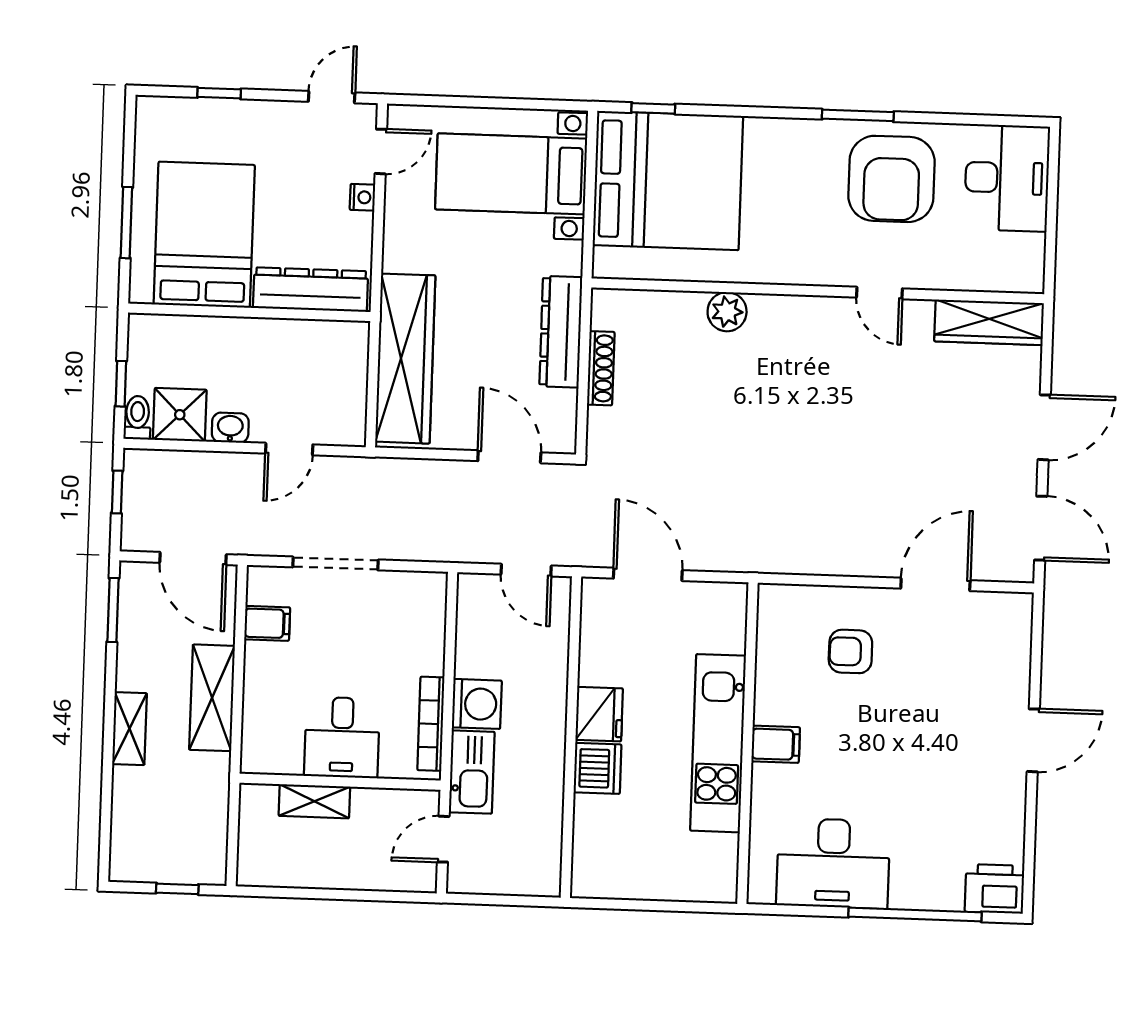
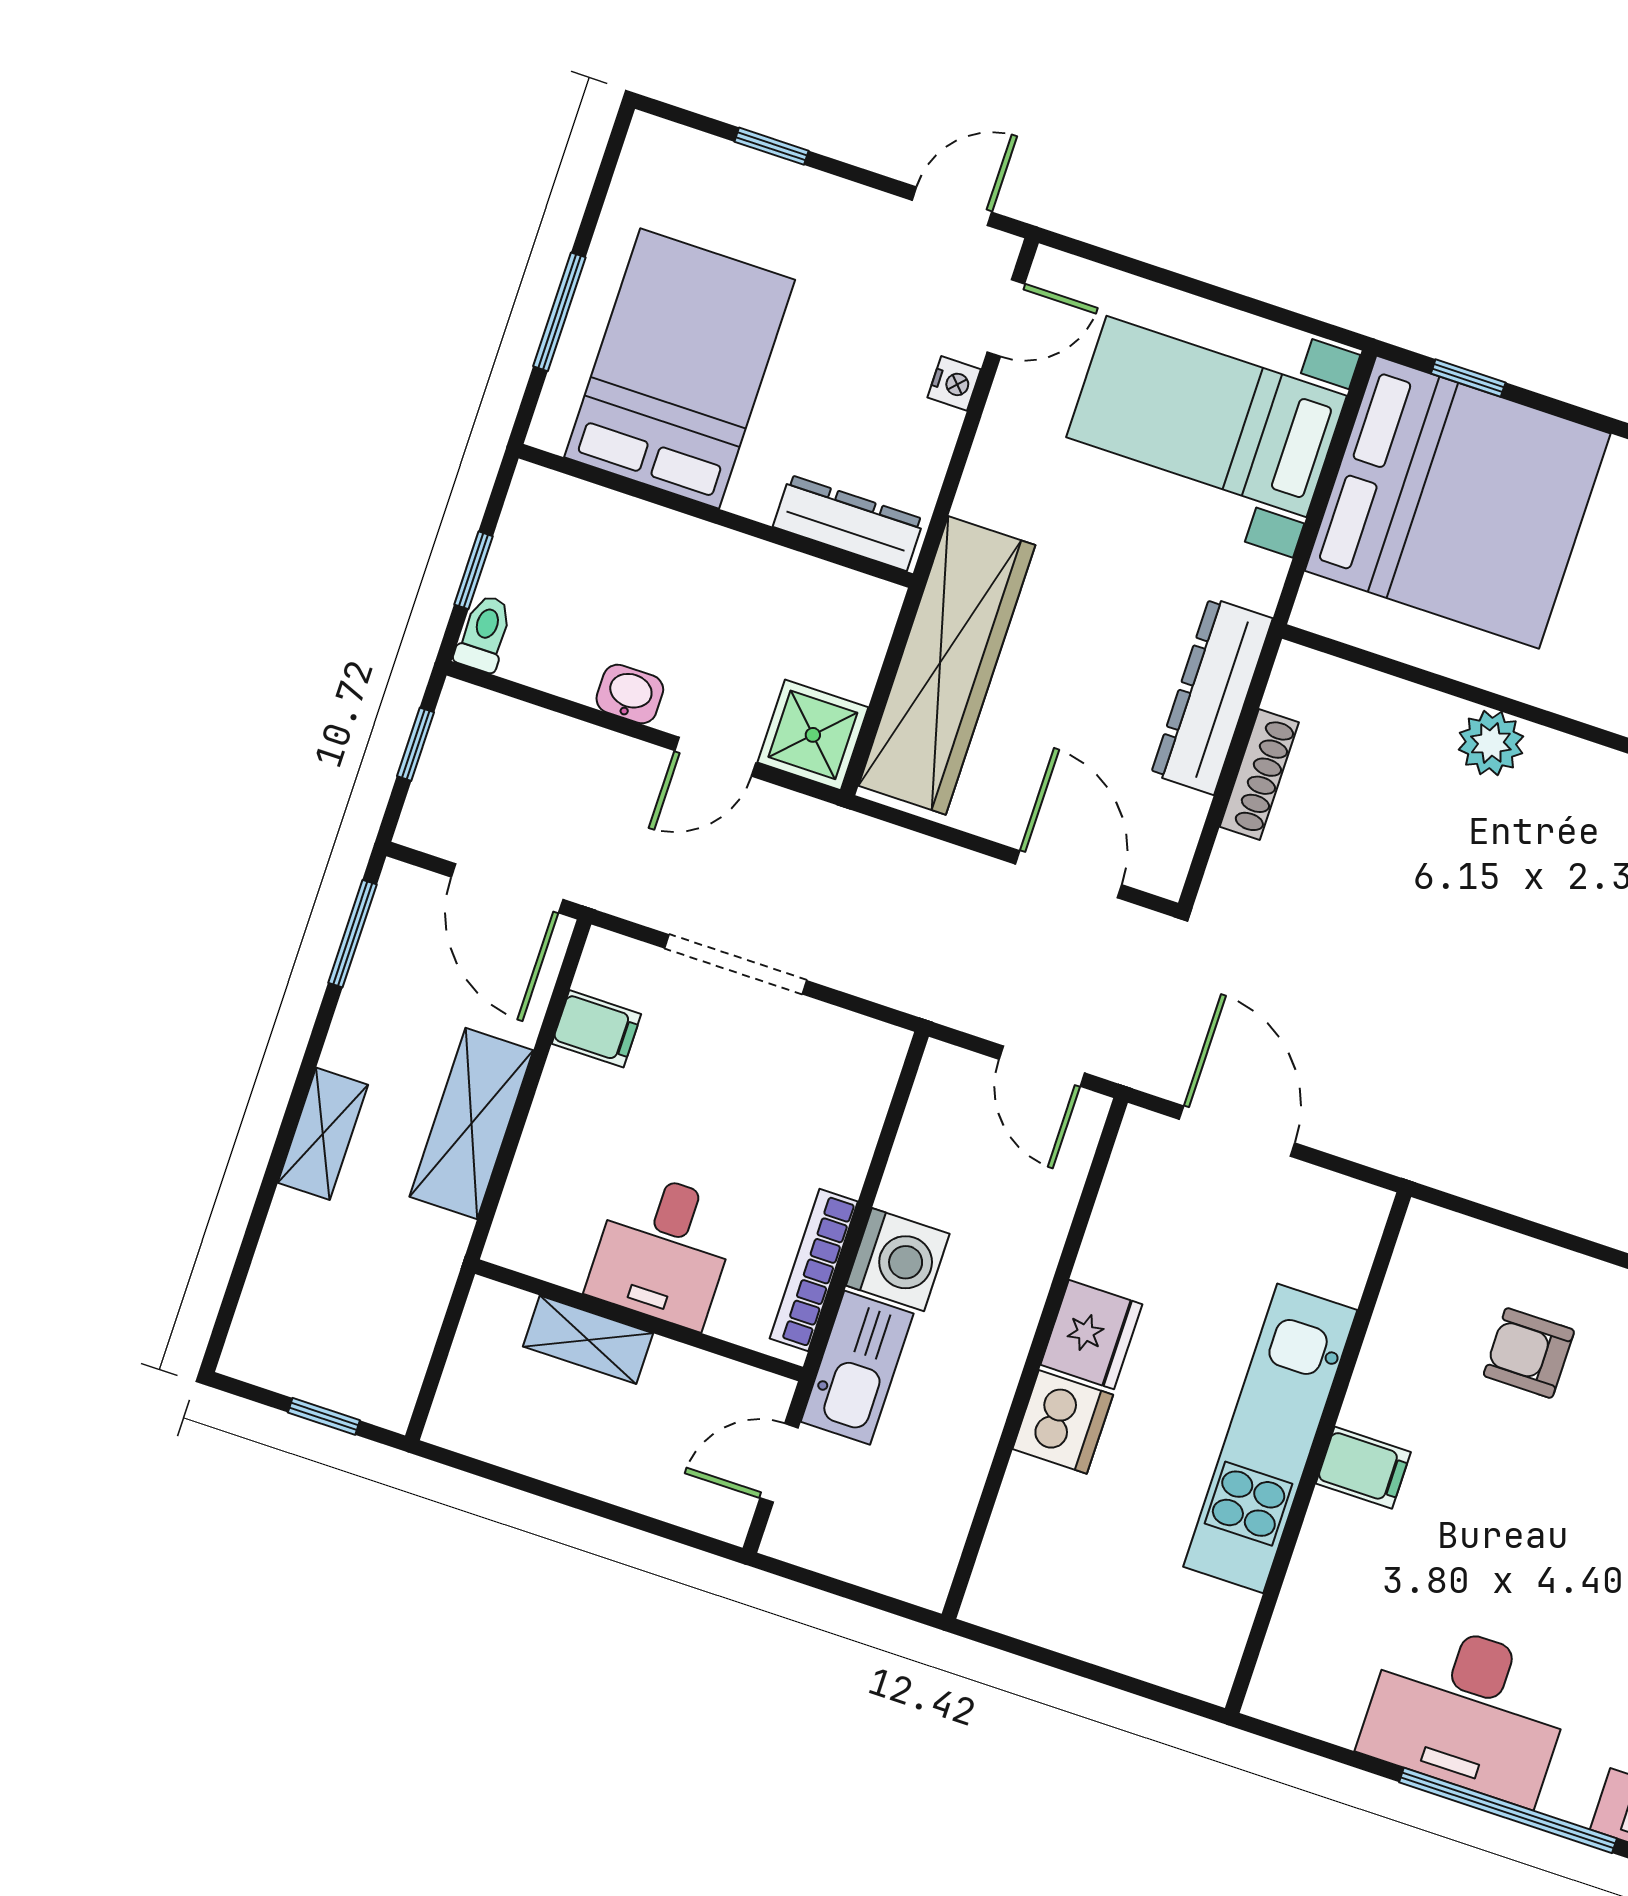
dresser: (311, 290) -> (848, 523), width x0.73, depth x0.80
shower: (180, 415) -> (813, 735), moved
desk: (833, 863) -> (1467, 1711), moved

